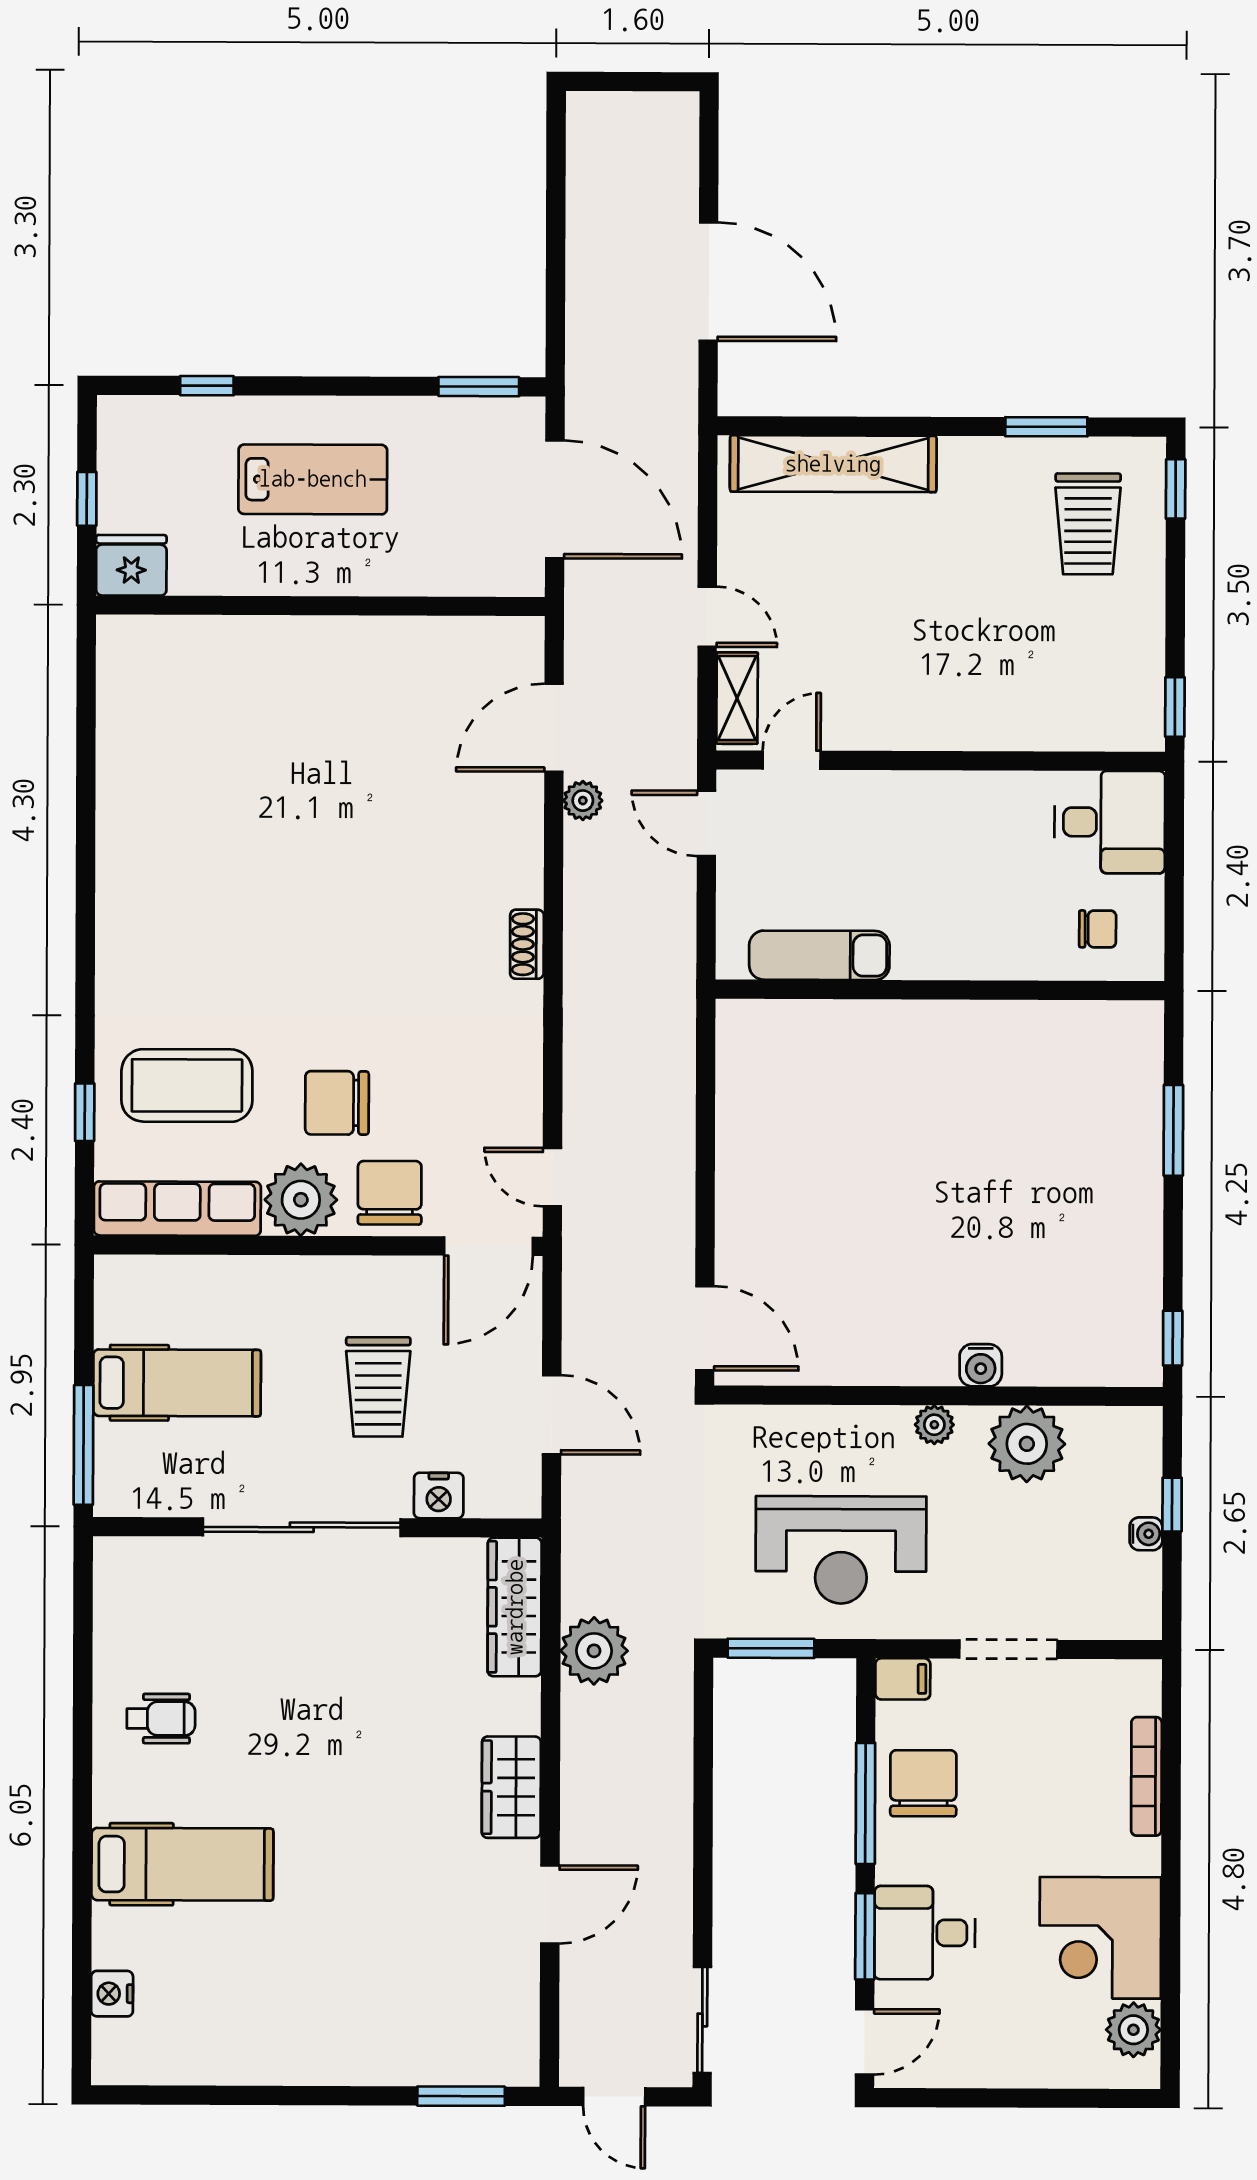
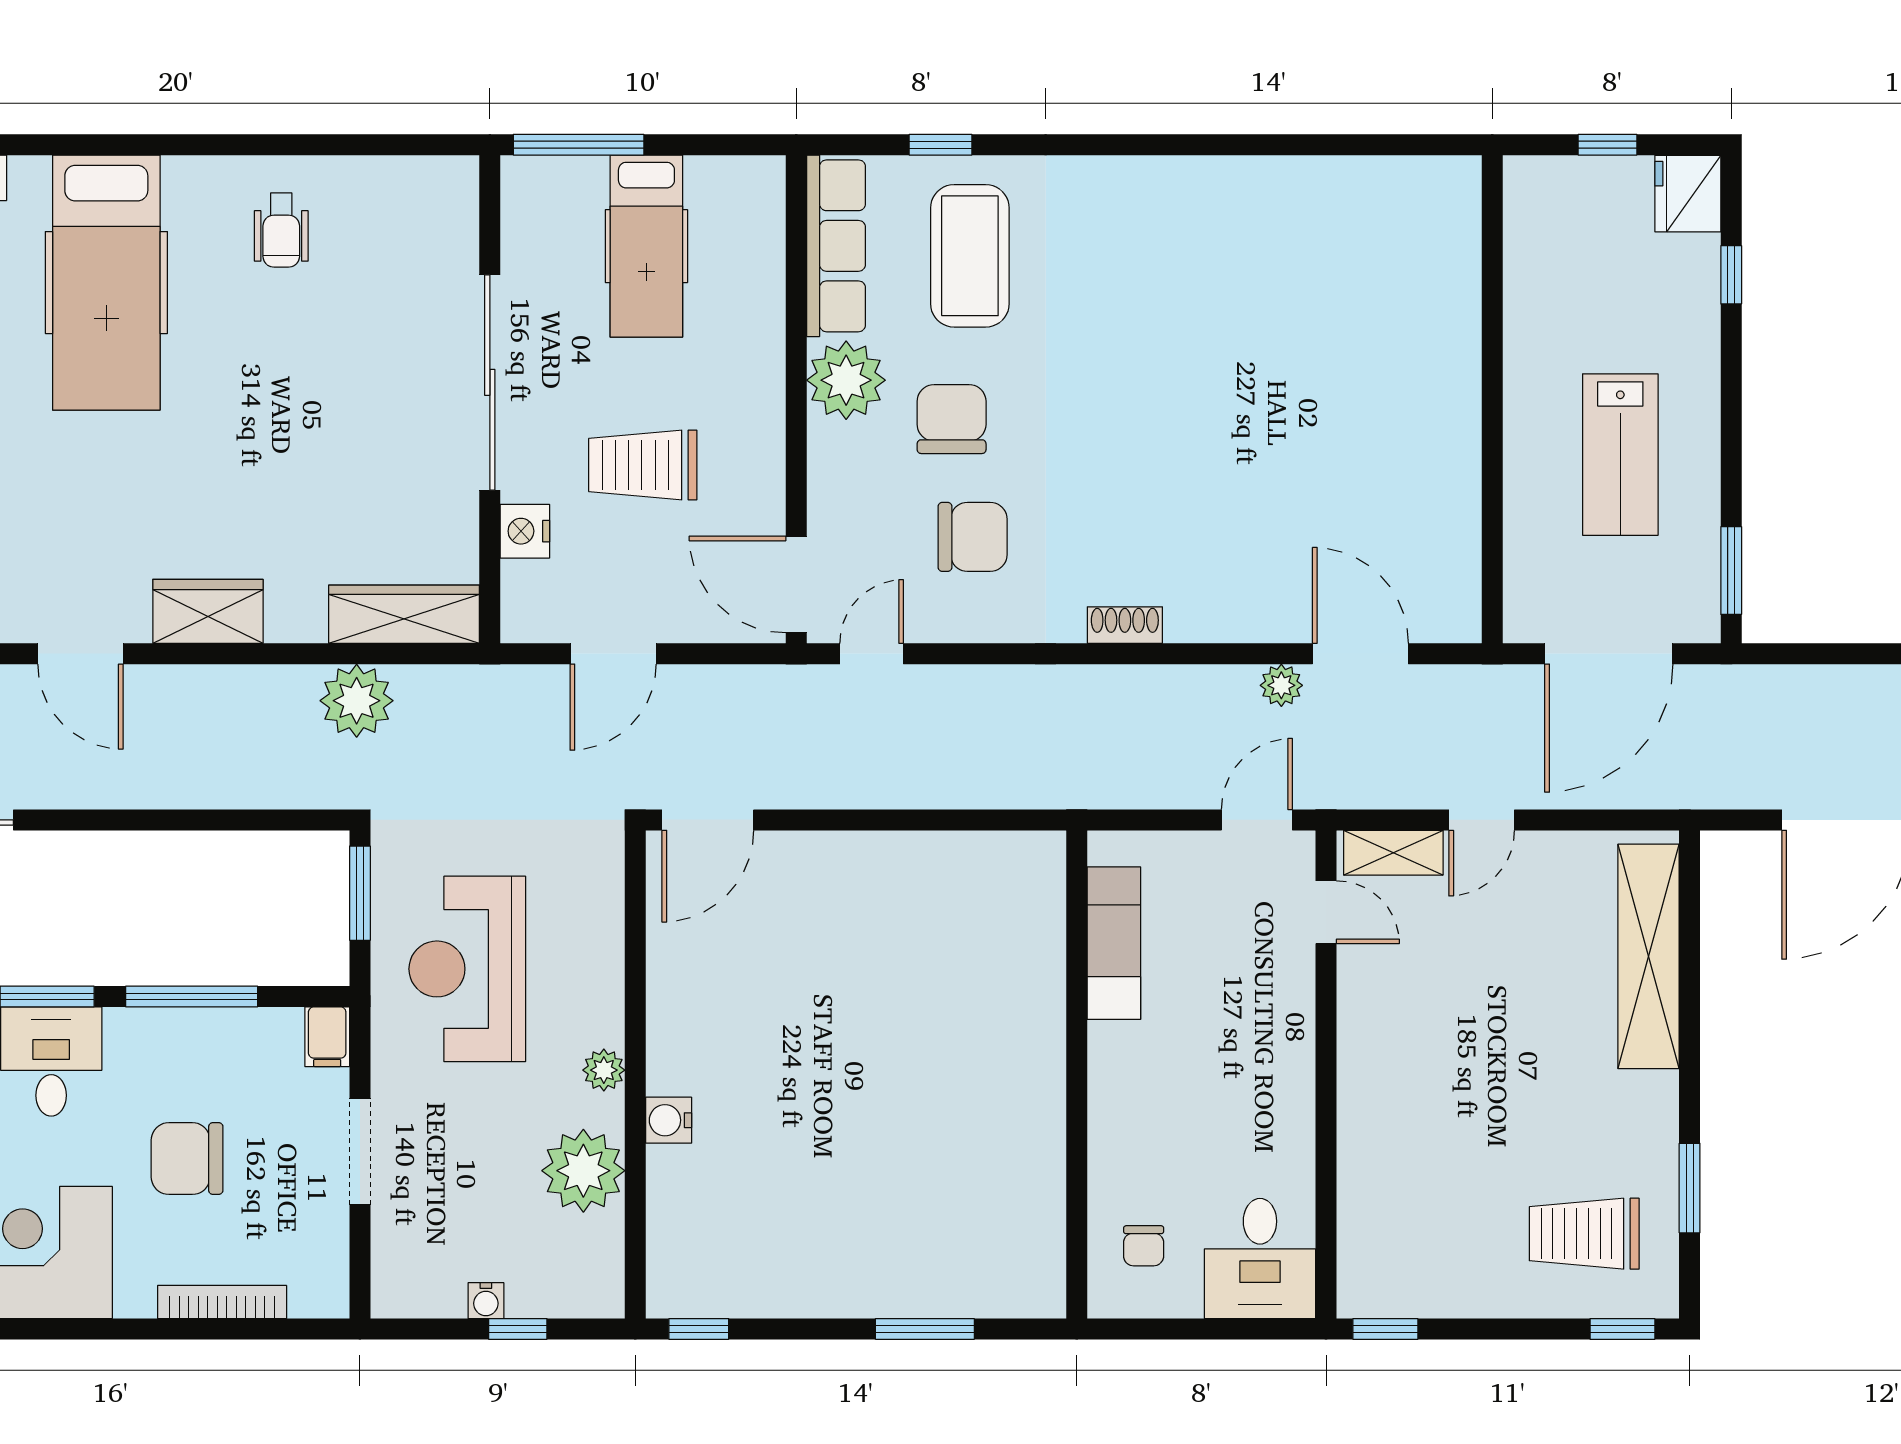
lab bench: (313, 479) -> (1620, 455), moved
fridge: (131, 565) -> (1688, 194), moved, turned 180
chair: (390, 1193) -> (973, 537), moved
chair: (923, 1783) -> (187, 1159), moved, turned 180
hospital bed: (182, 1864) -> (106, 283), width x1.37, depth x1.29

